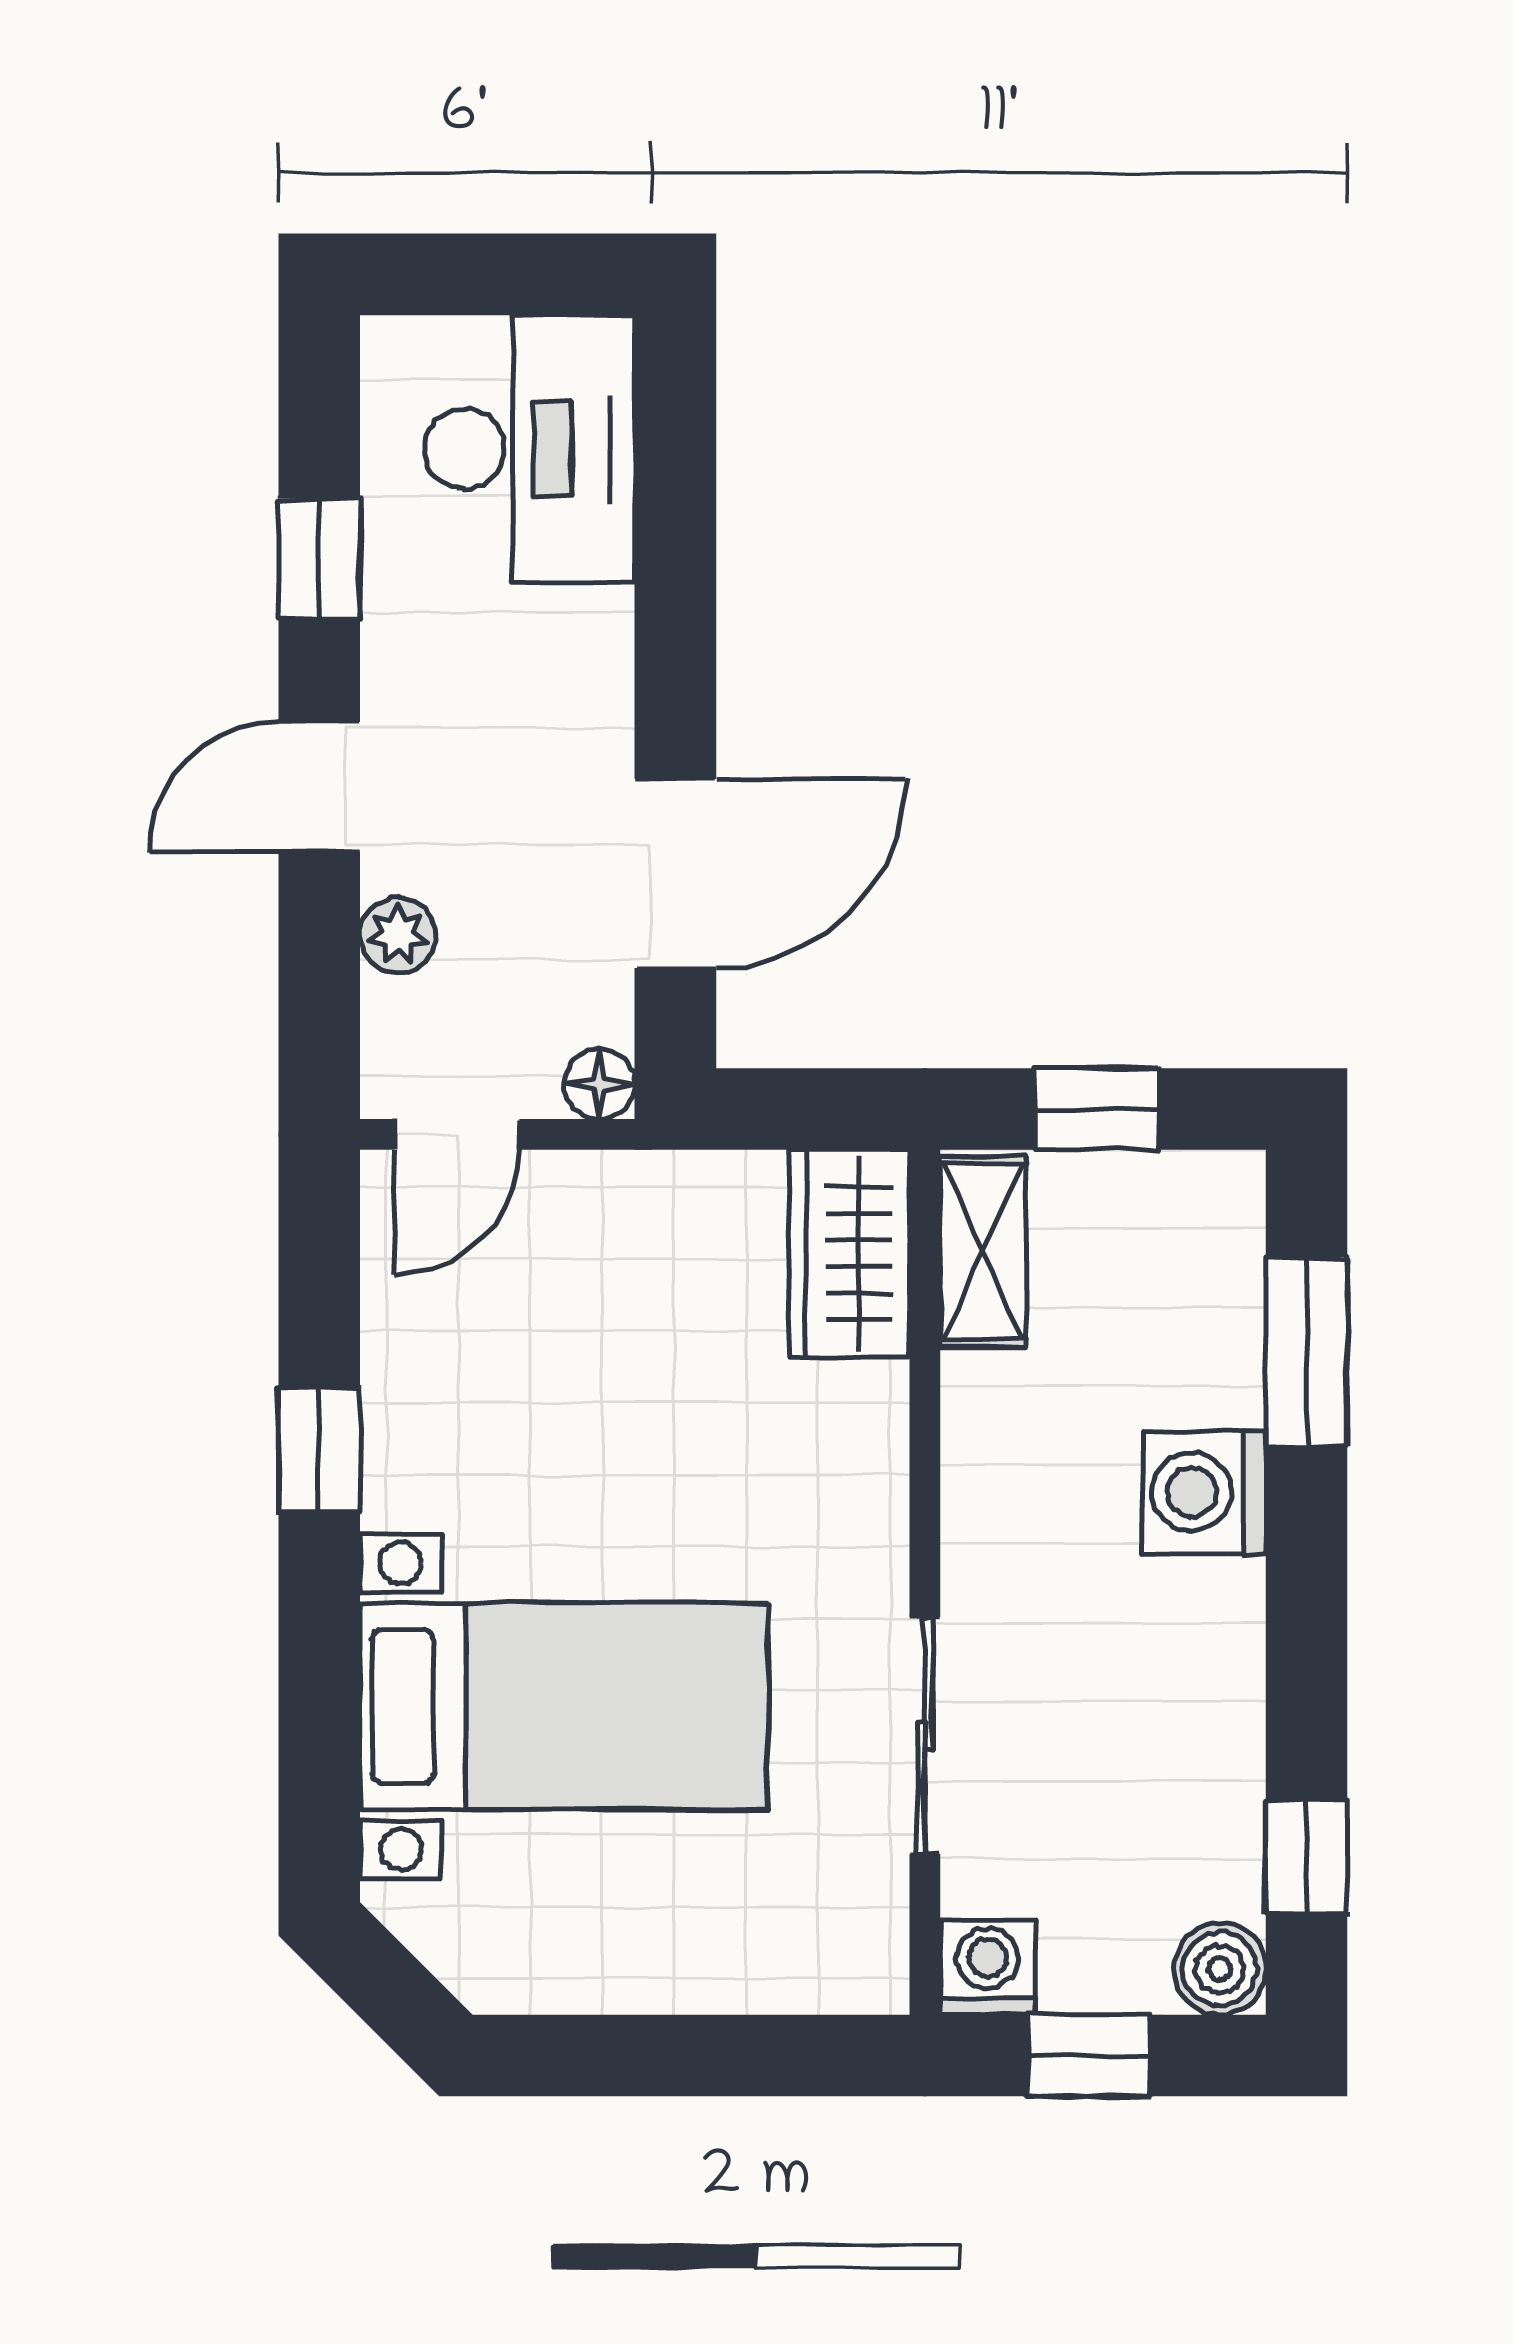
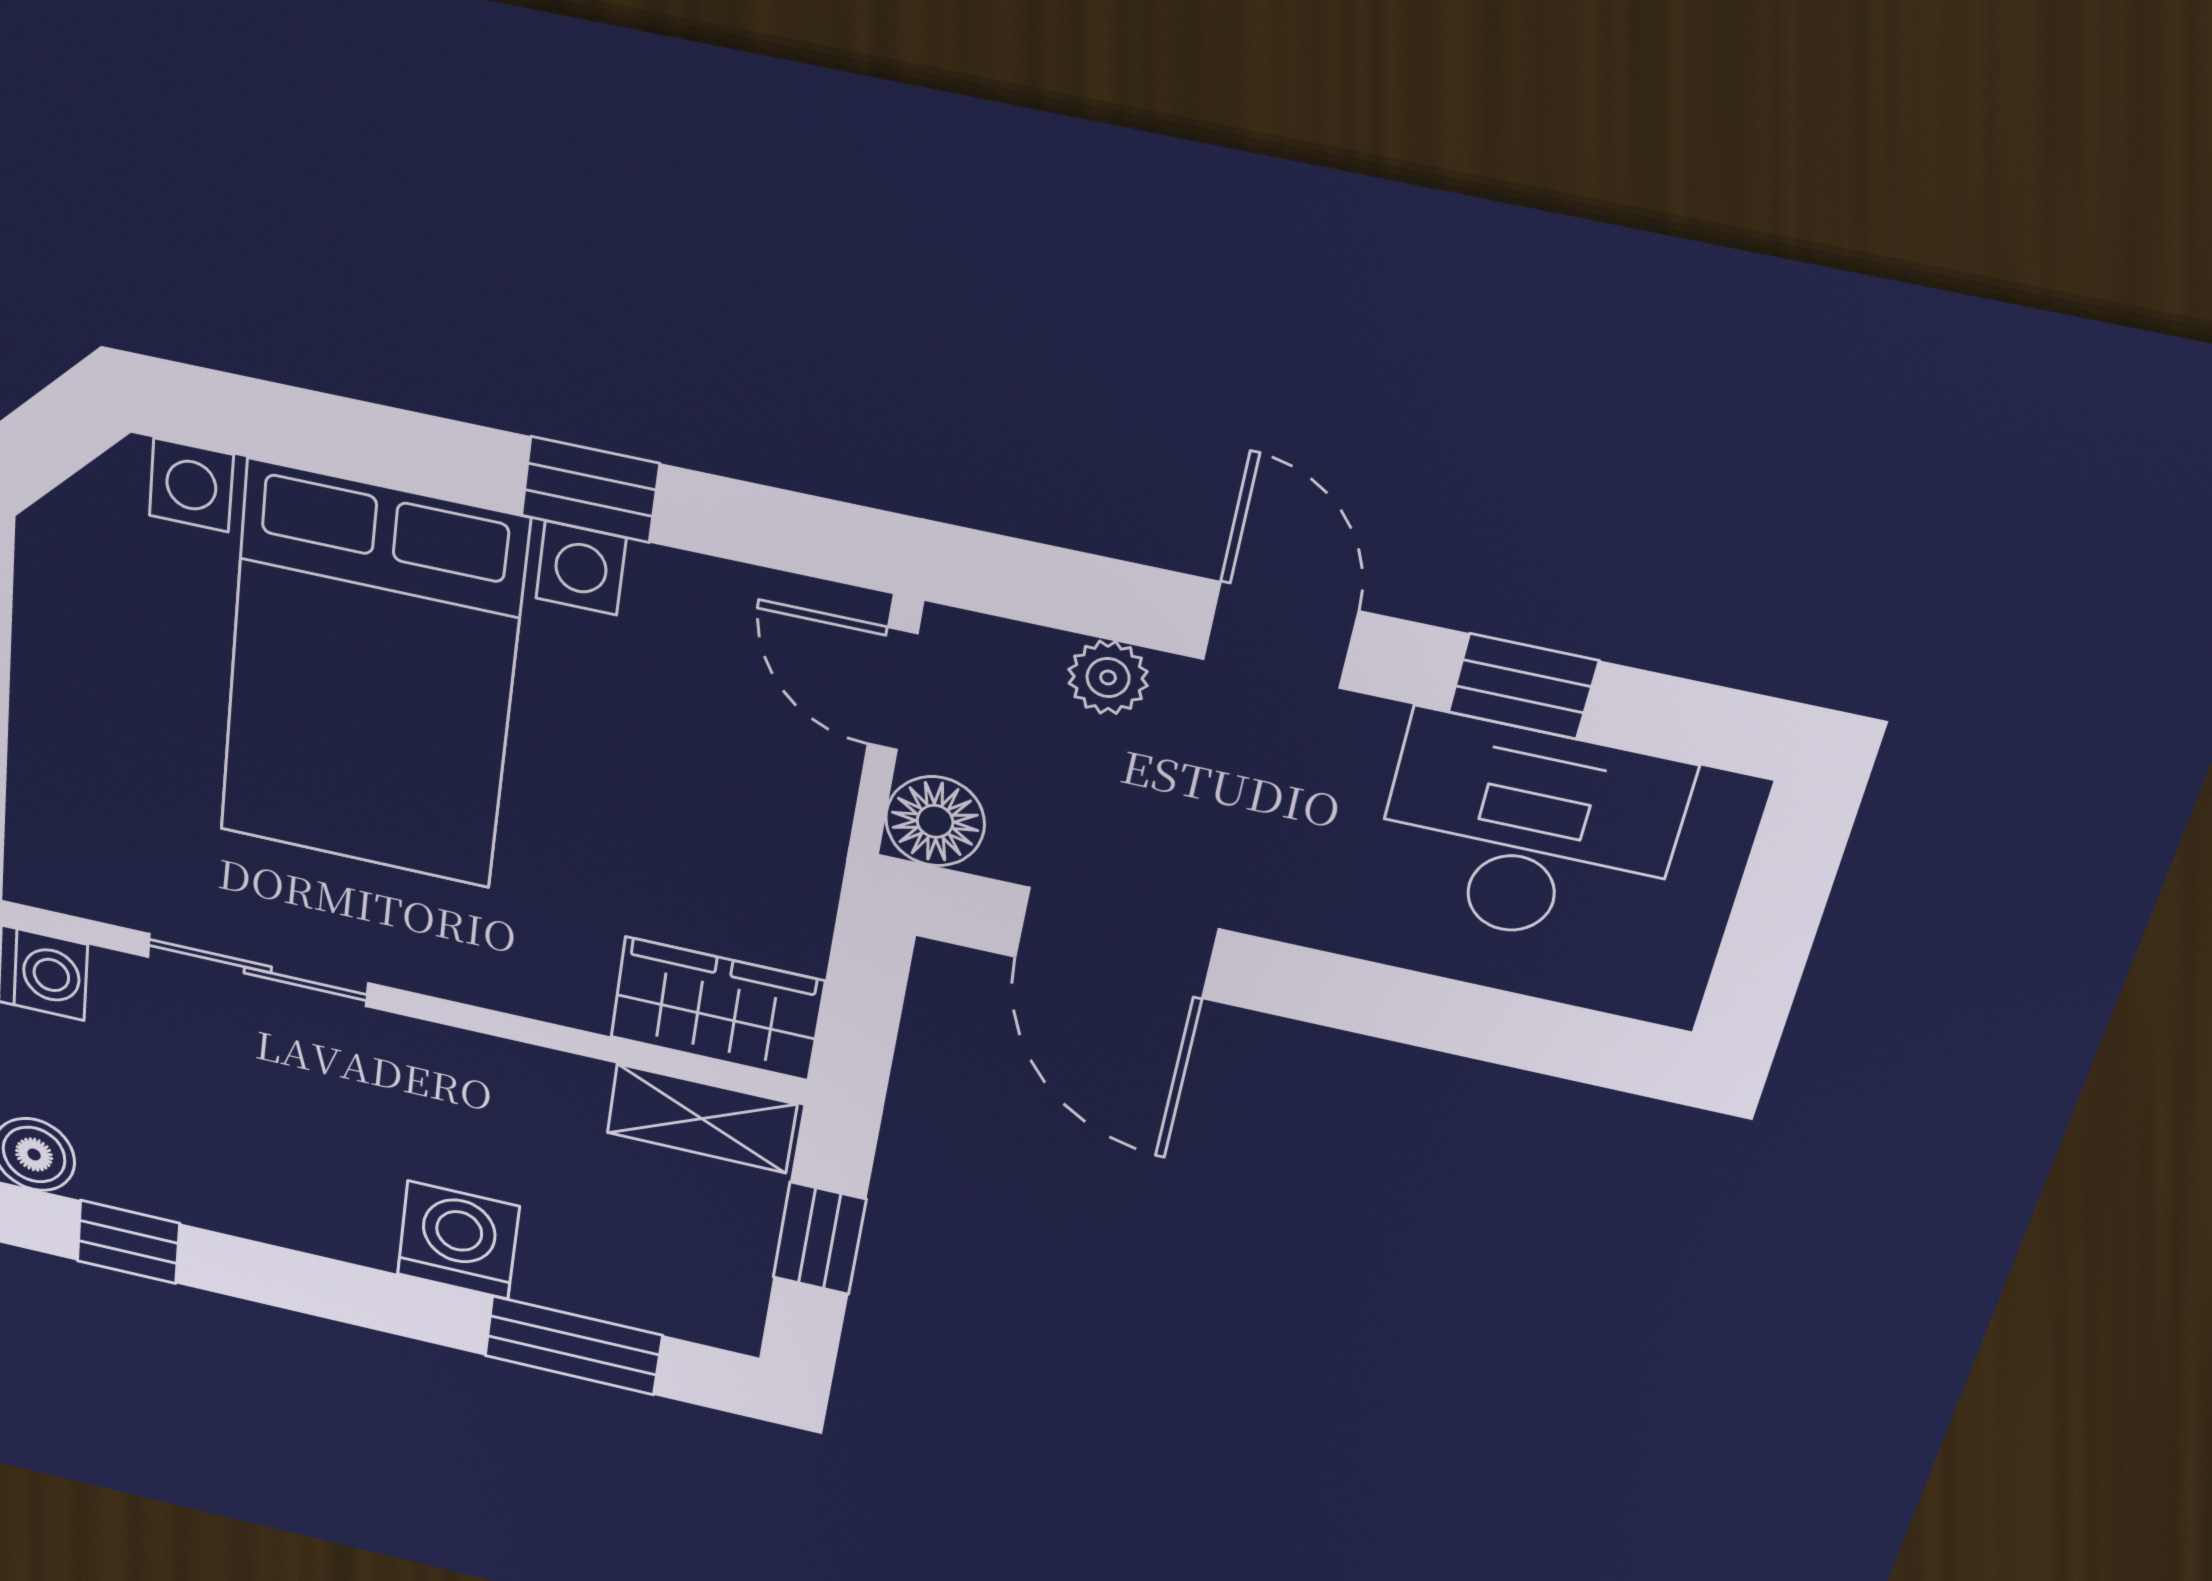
desk: (530, 449) -> (1528, 833), moved, turned 180
floor lamp: (599, 1084) -> (935, 821), width x1.37, depth x1.37
bed with nightstands: (564, 1706) -> (371, 678), width x1.36

